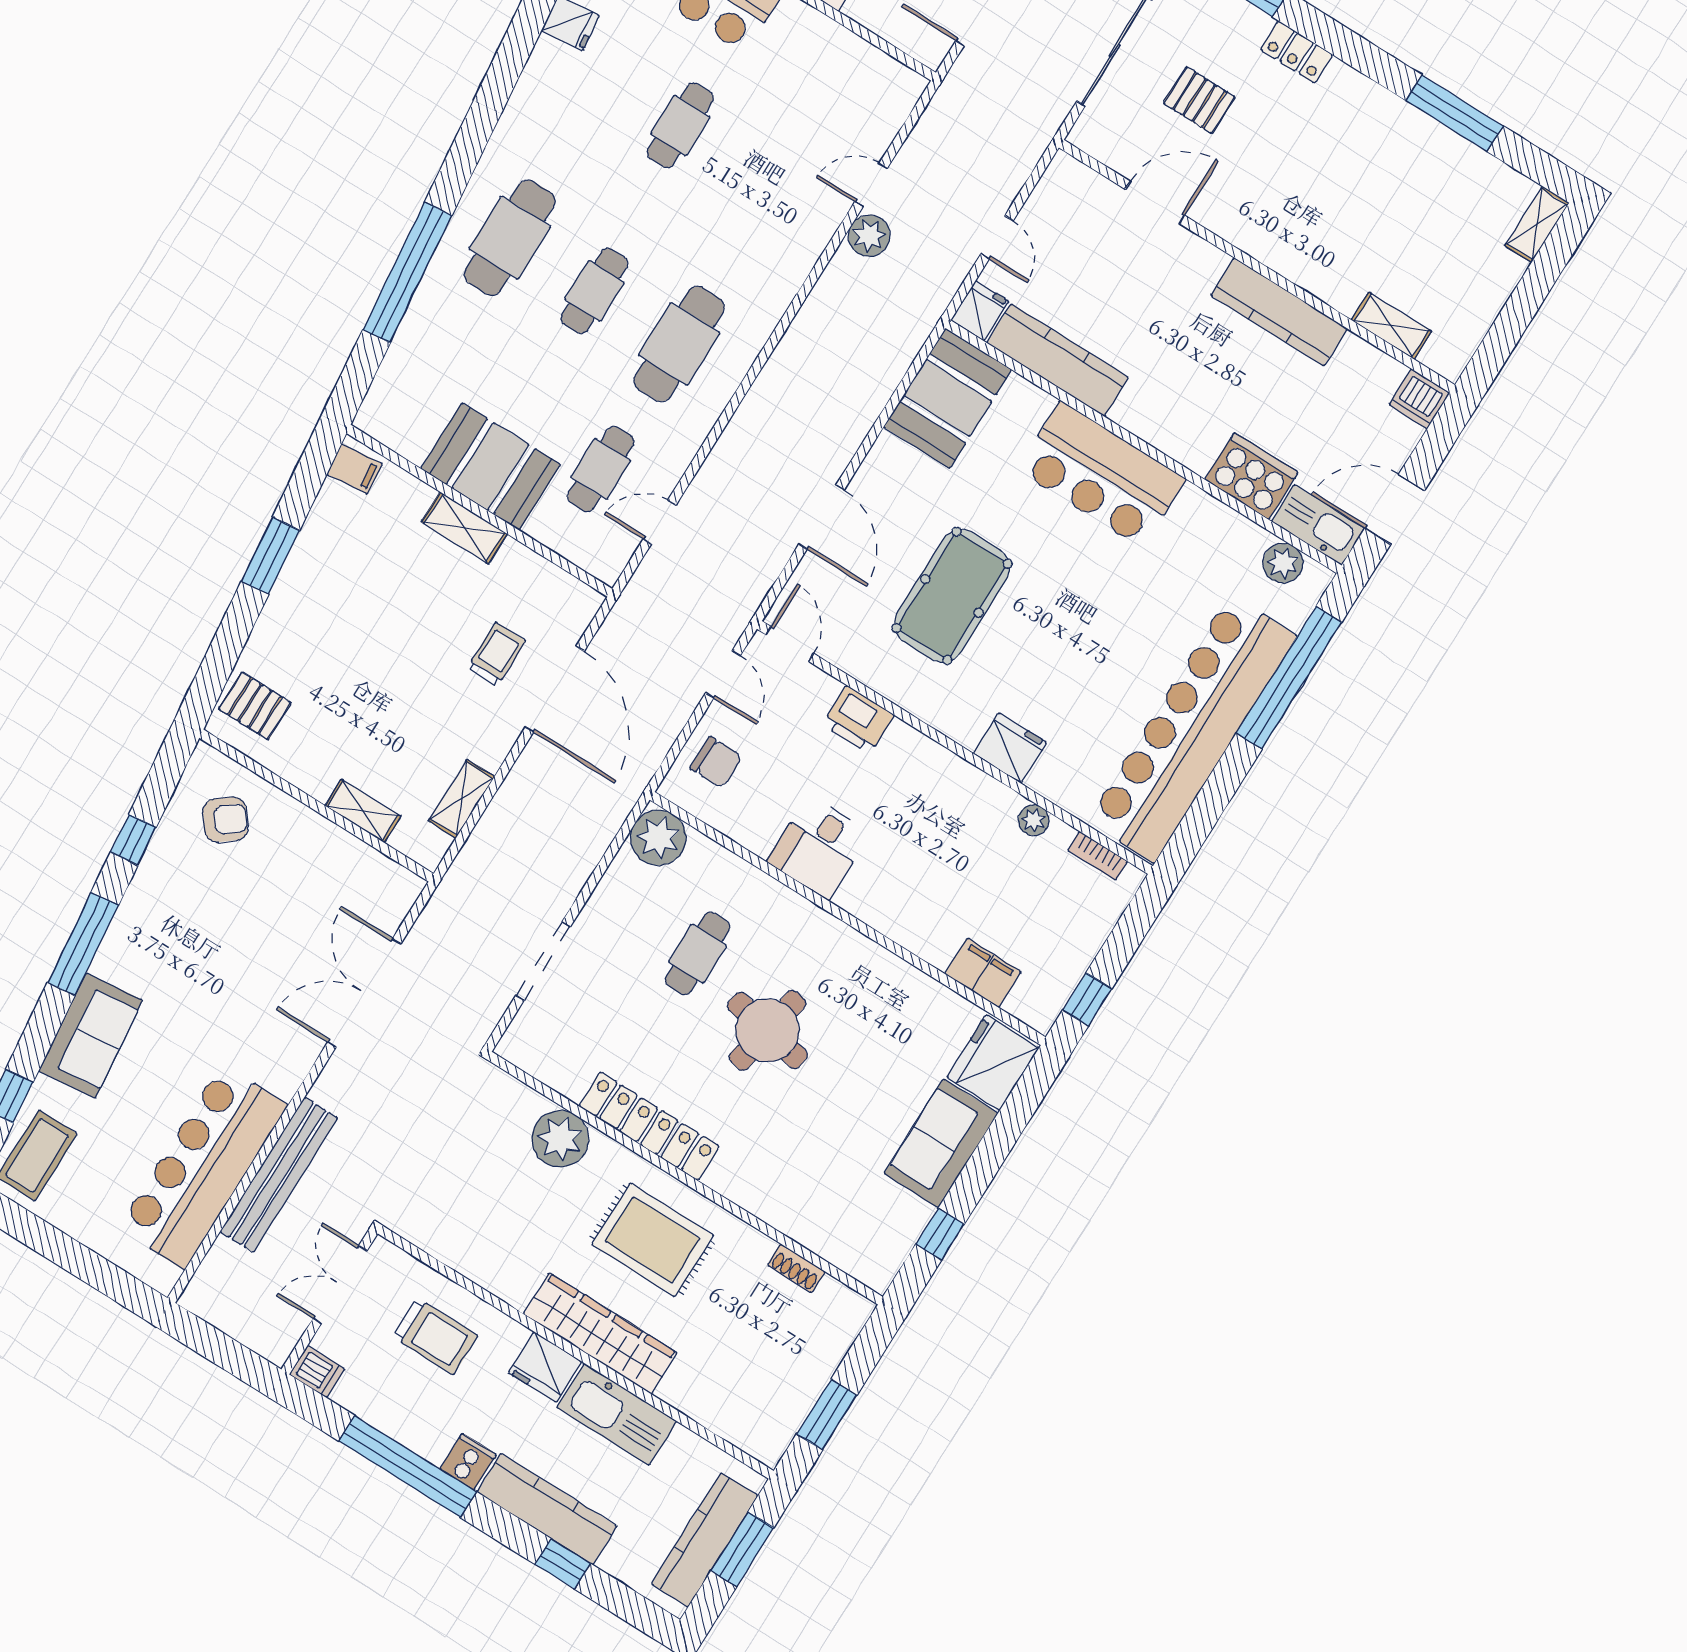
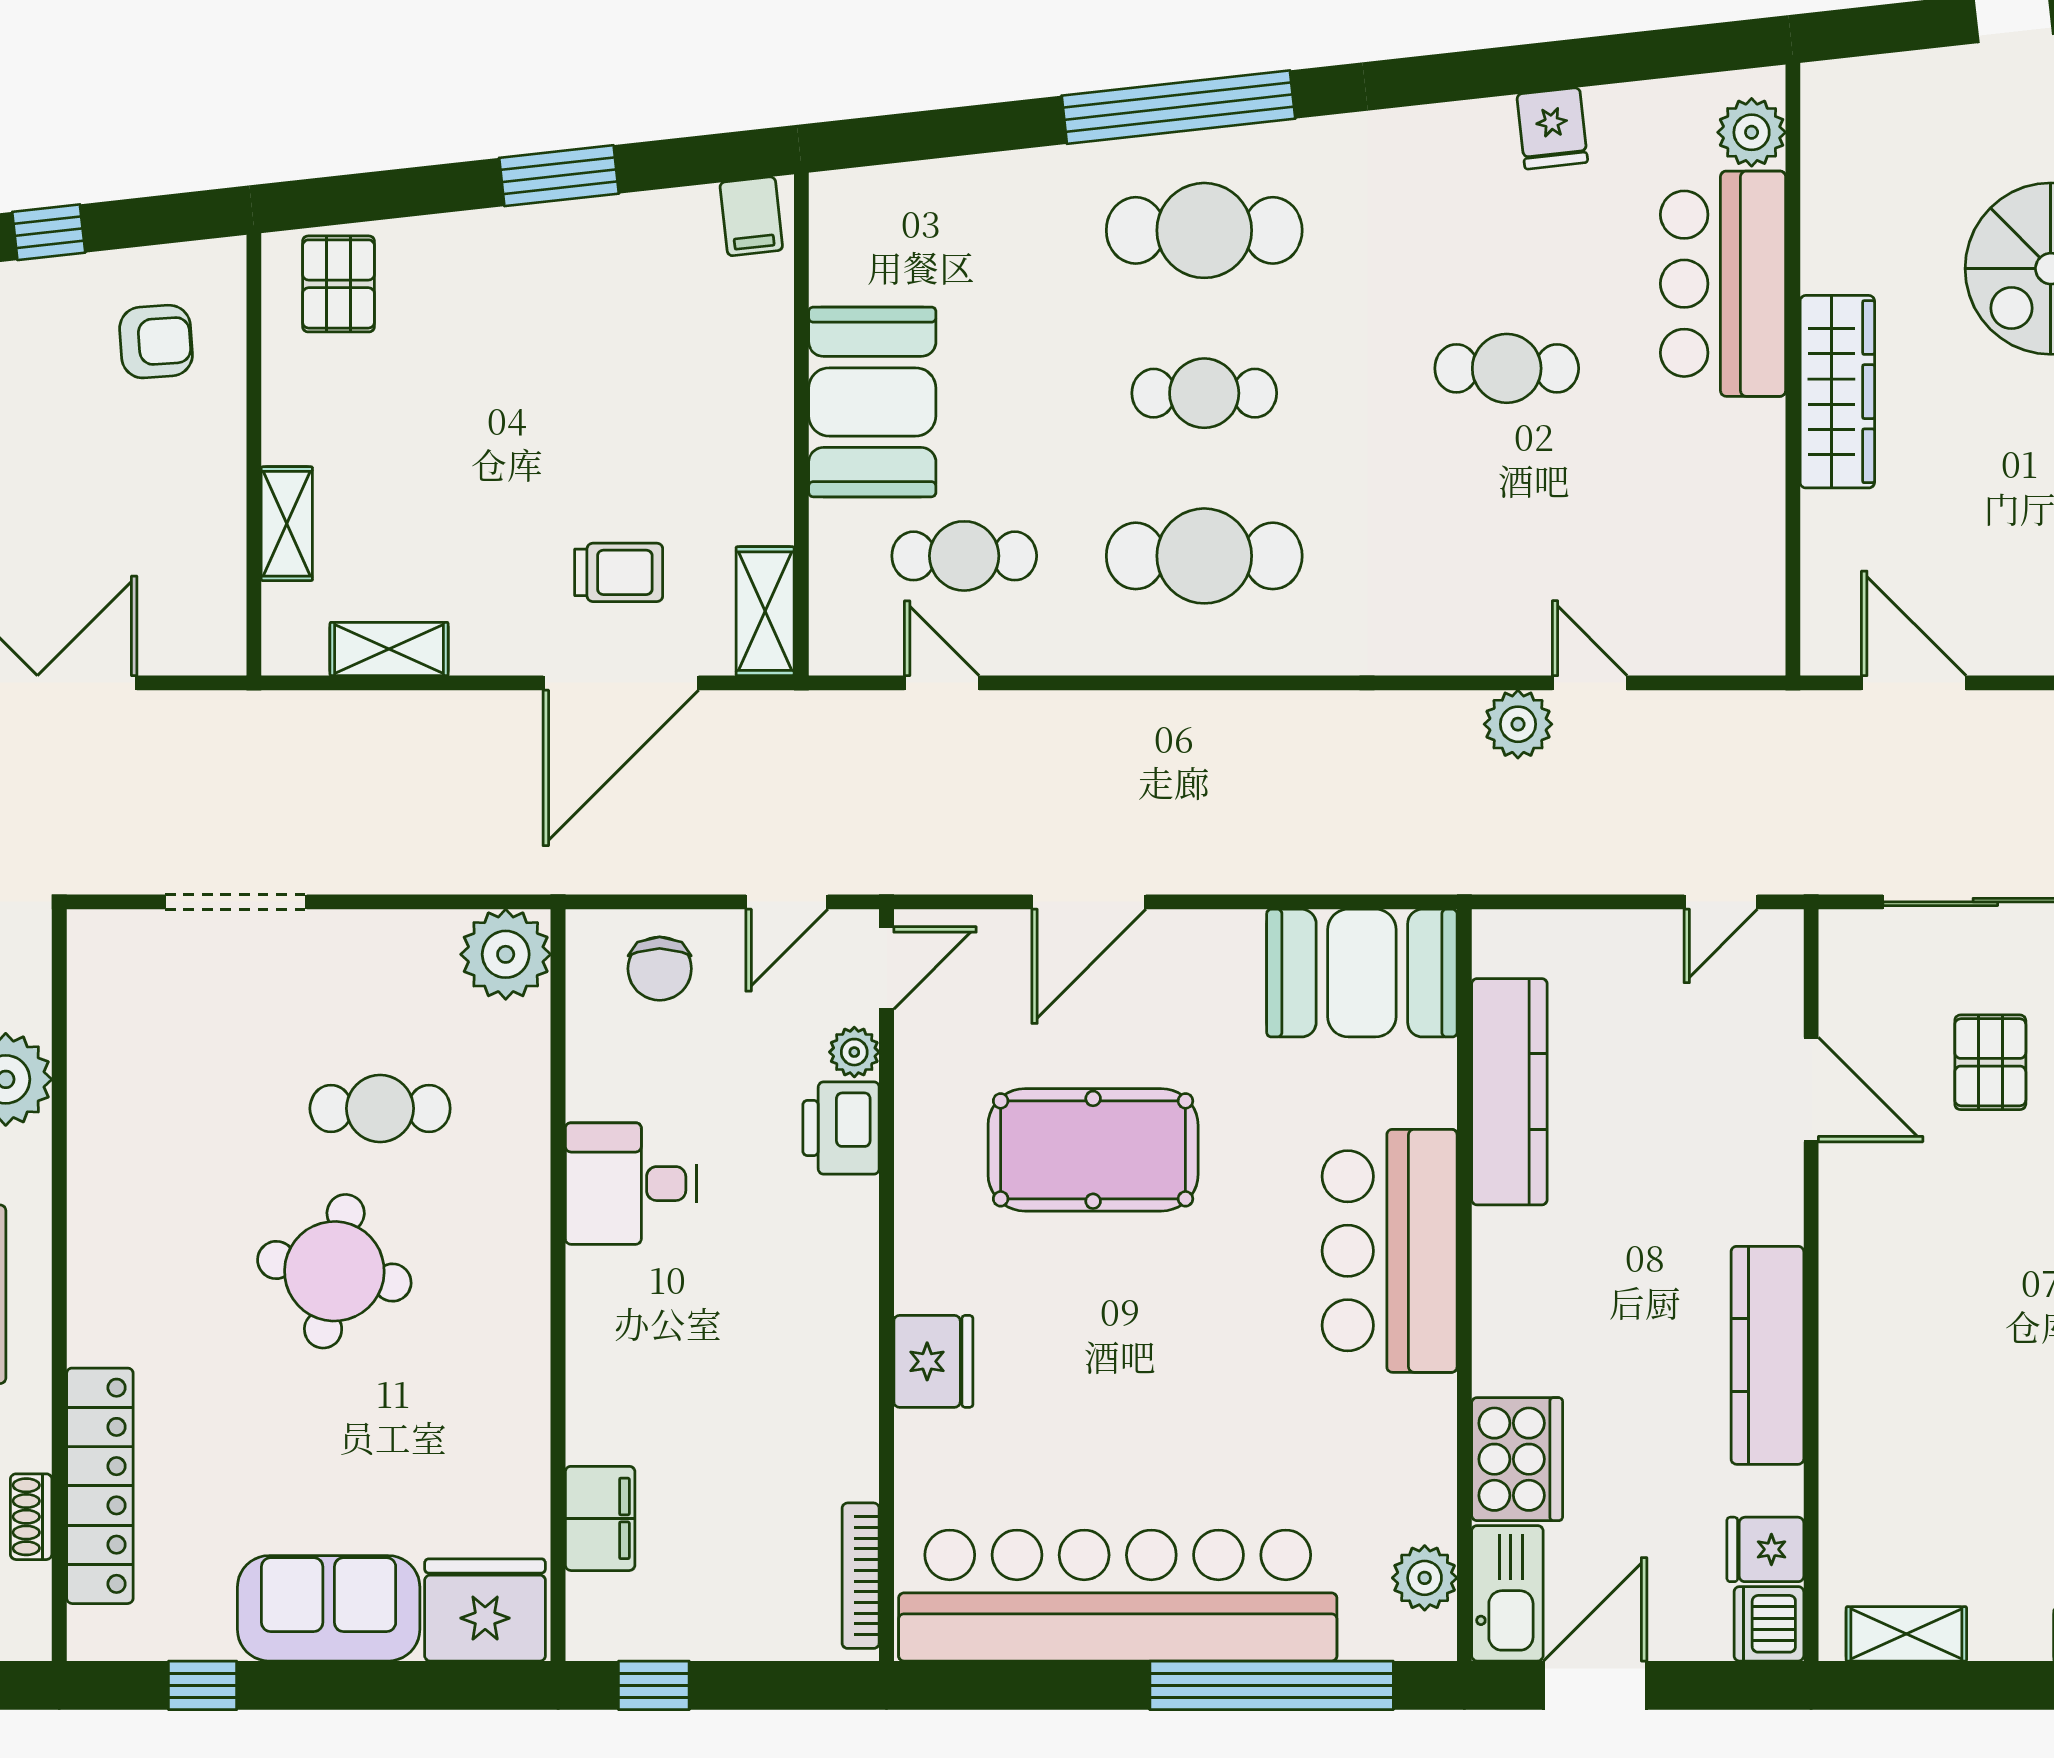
door: (997, 237) -> (1721, 902), moved
window: (407, 273) -> (1178, 107), moved
fridge: (980, 311) -> (1765, 1549), moved, turned 180
shelving: (1391, 326) -> (1906, 1634), moved, turned 90
door: (1395, 509) -> (1595, 1685), hinge flipped
shelving: (464, 528) -> (765, 611), moved
armchair: (225, 820) -> (156, 342), turned -56
plant: (1034, 820) -> (854, 1052), moved
bookcase: (1098, 856) -> (861, 1576), width x1.56
locker: (649, 1126) -> (100, 1486), moved

